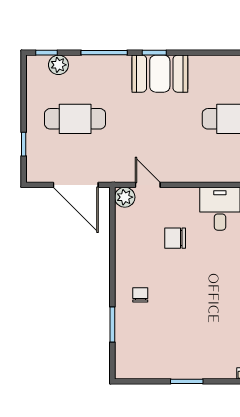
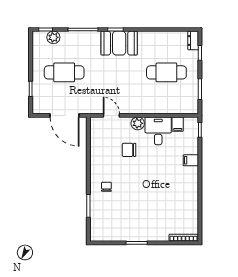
plant: (125, 197) -> (138, 123), moved

